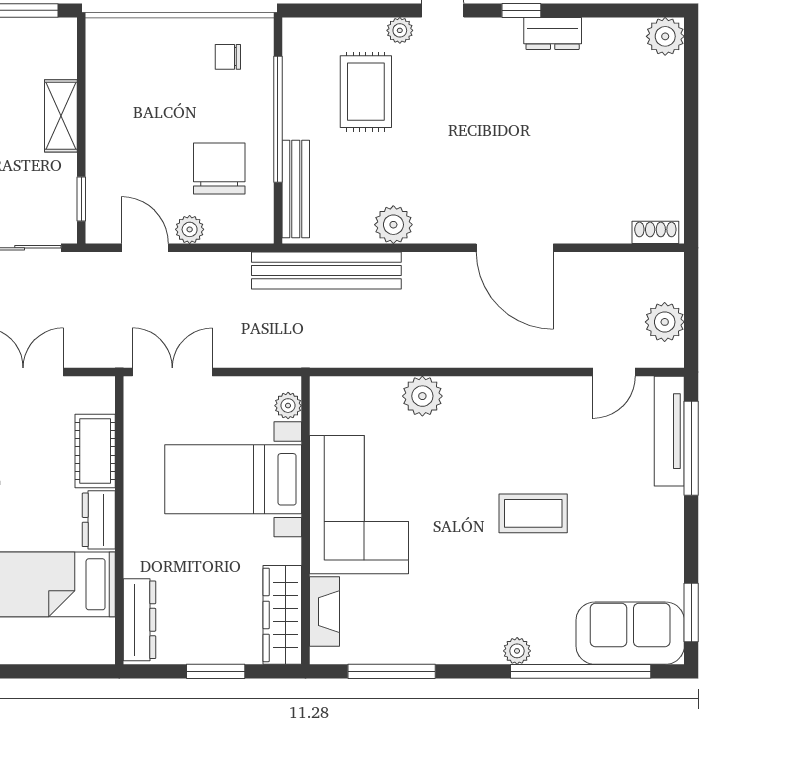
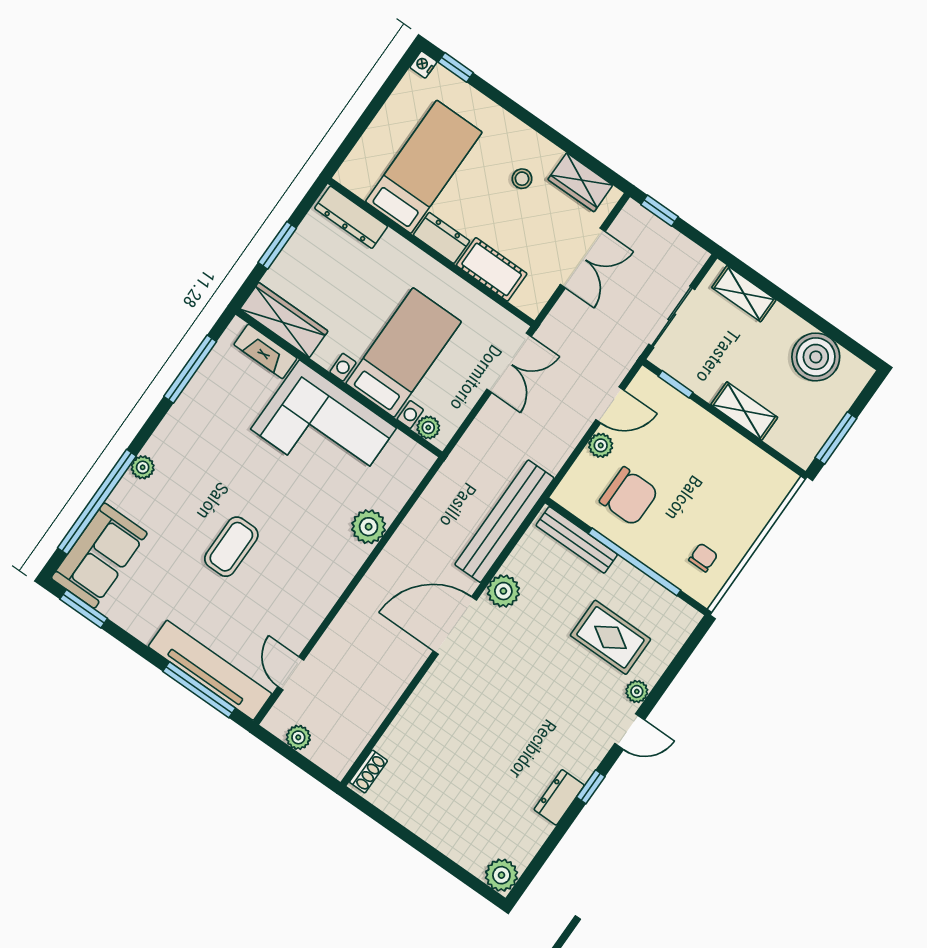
door: (515, 248) -> (455, 625), moved
plant: (665, 322) -> (298, 737), width x0.73, depth x0.73
tv unit: (669, 431) -> (210, 670), width x1.36, depth x1.29

